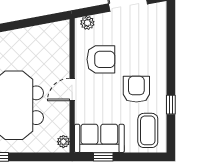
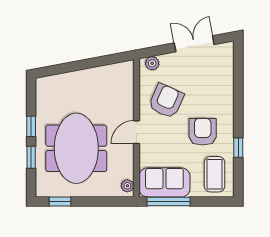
armchair: (101, 59) -> (166, 101), turned -66
window: (103, 157) -> (169, 202), width x2.17

